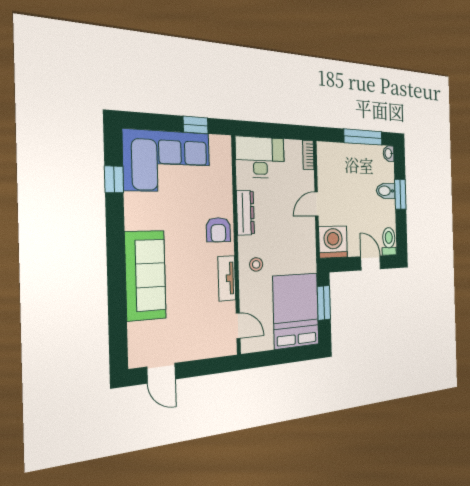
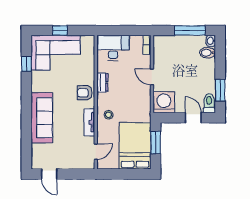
window: (196, 125) -> (60, 30), moved
bidet: (386, 191) -> (208, 53), moved
window: (400, 194) -> (220, 90), moved
door: (316, 204) -> (152, 77), hinge flipped
dresser: (245, 213) -> (102, 82), width x0.70
armchair: (218, 230) -> (85, 93), turned 90
door: (238, 326) -> (96, 152), hinge flipped

